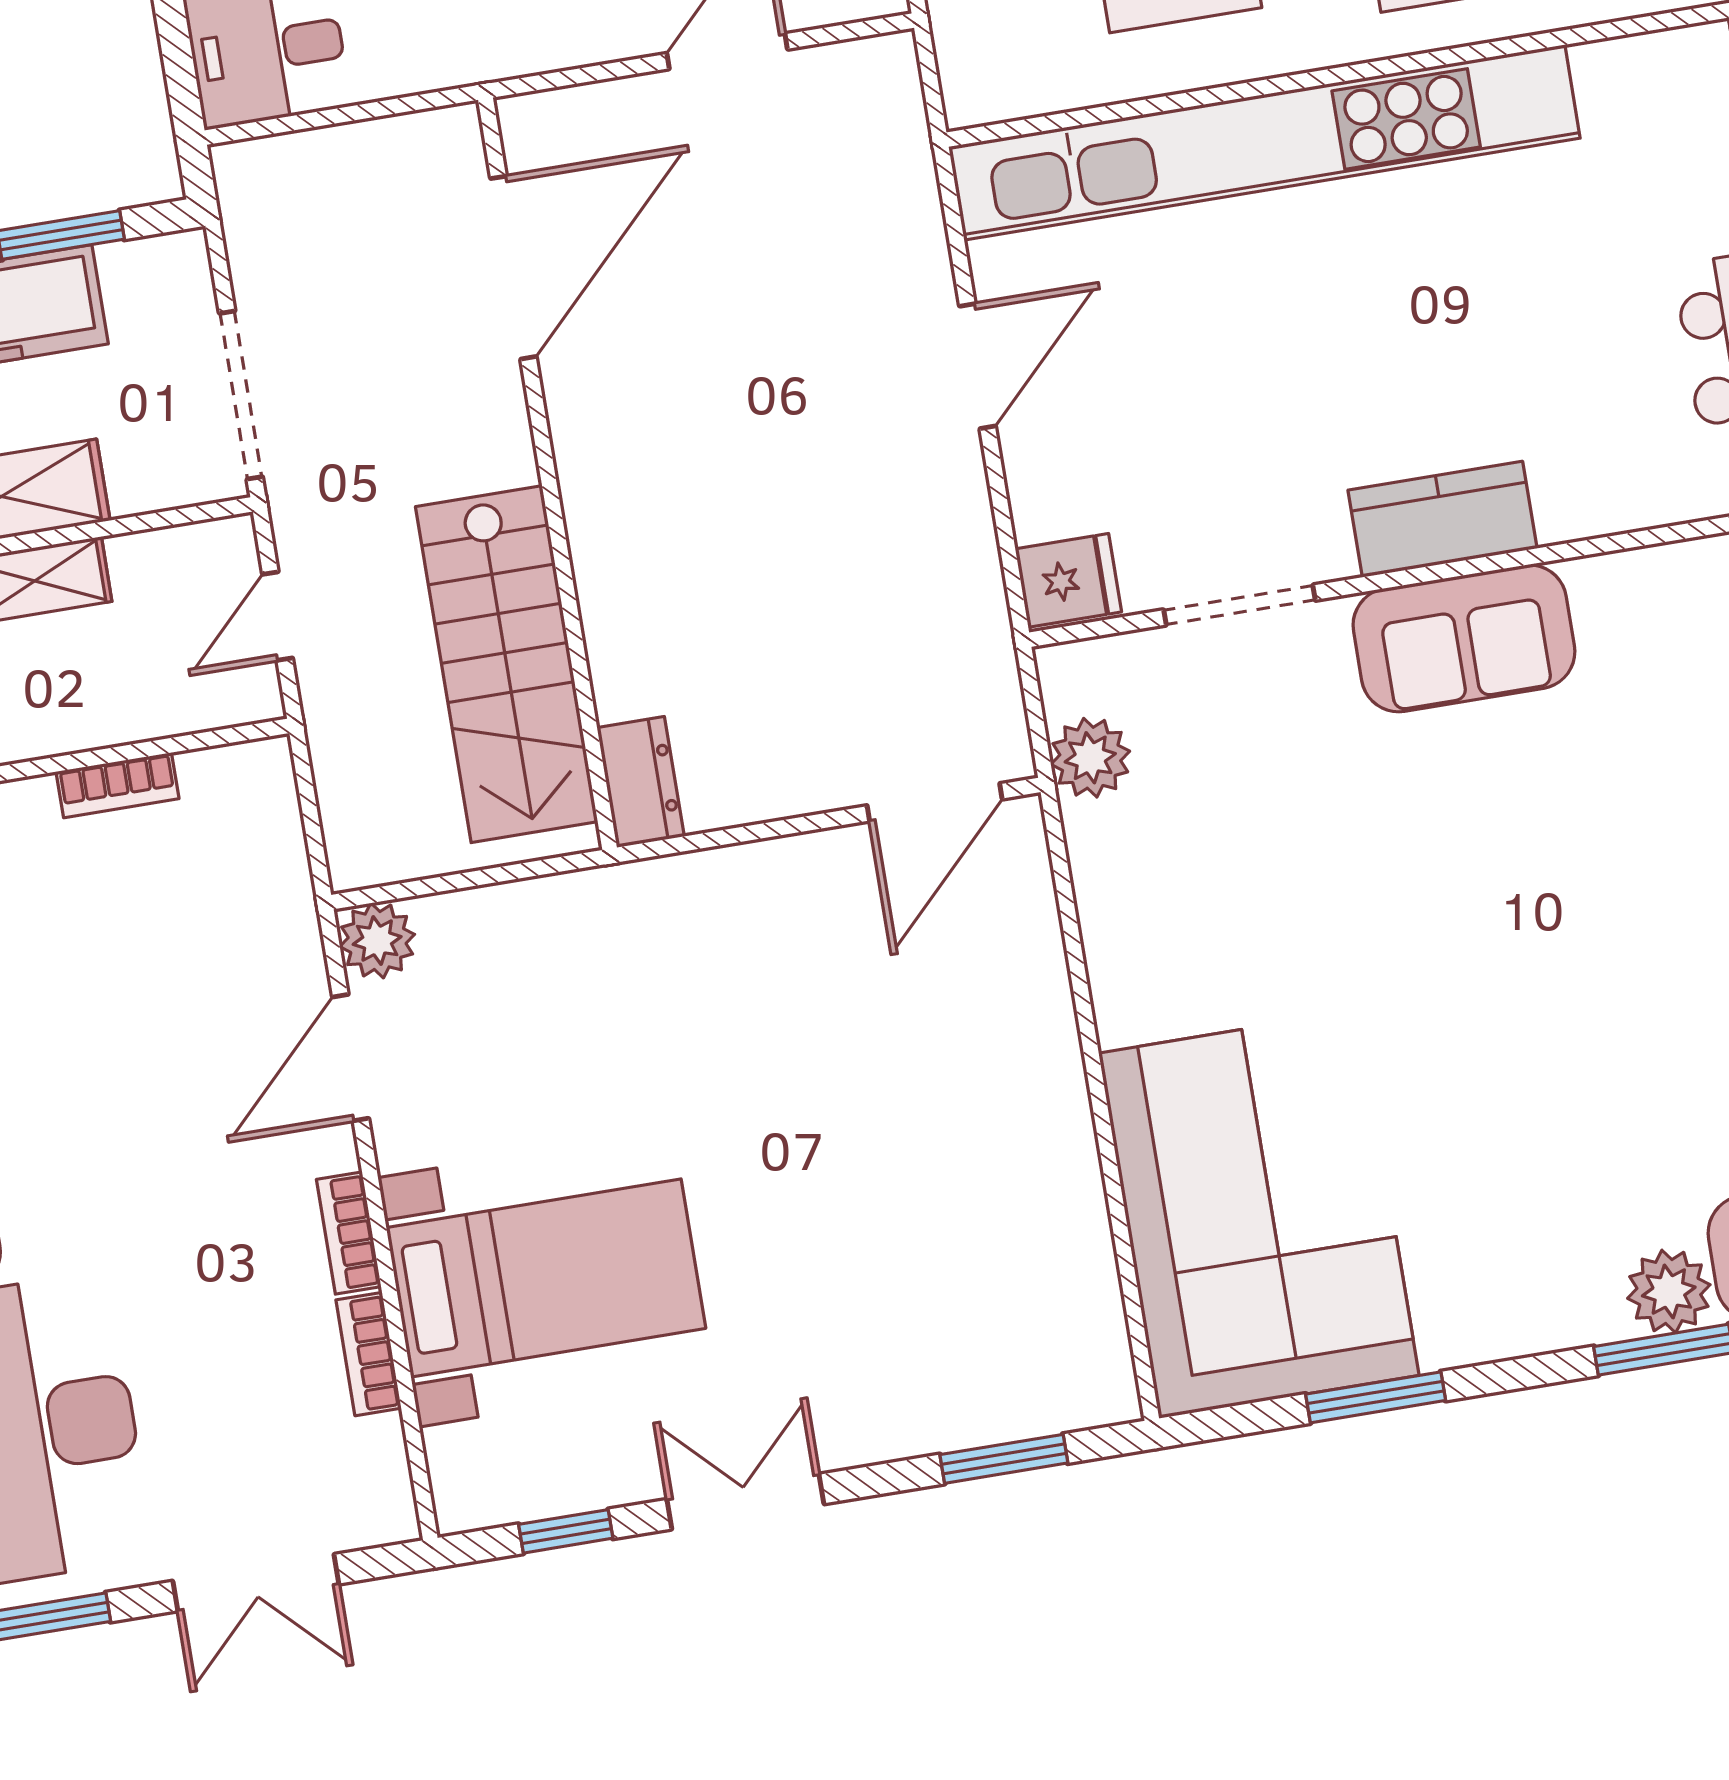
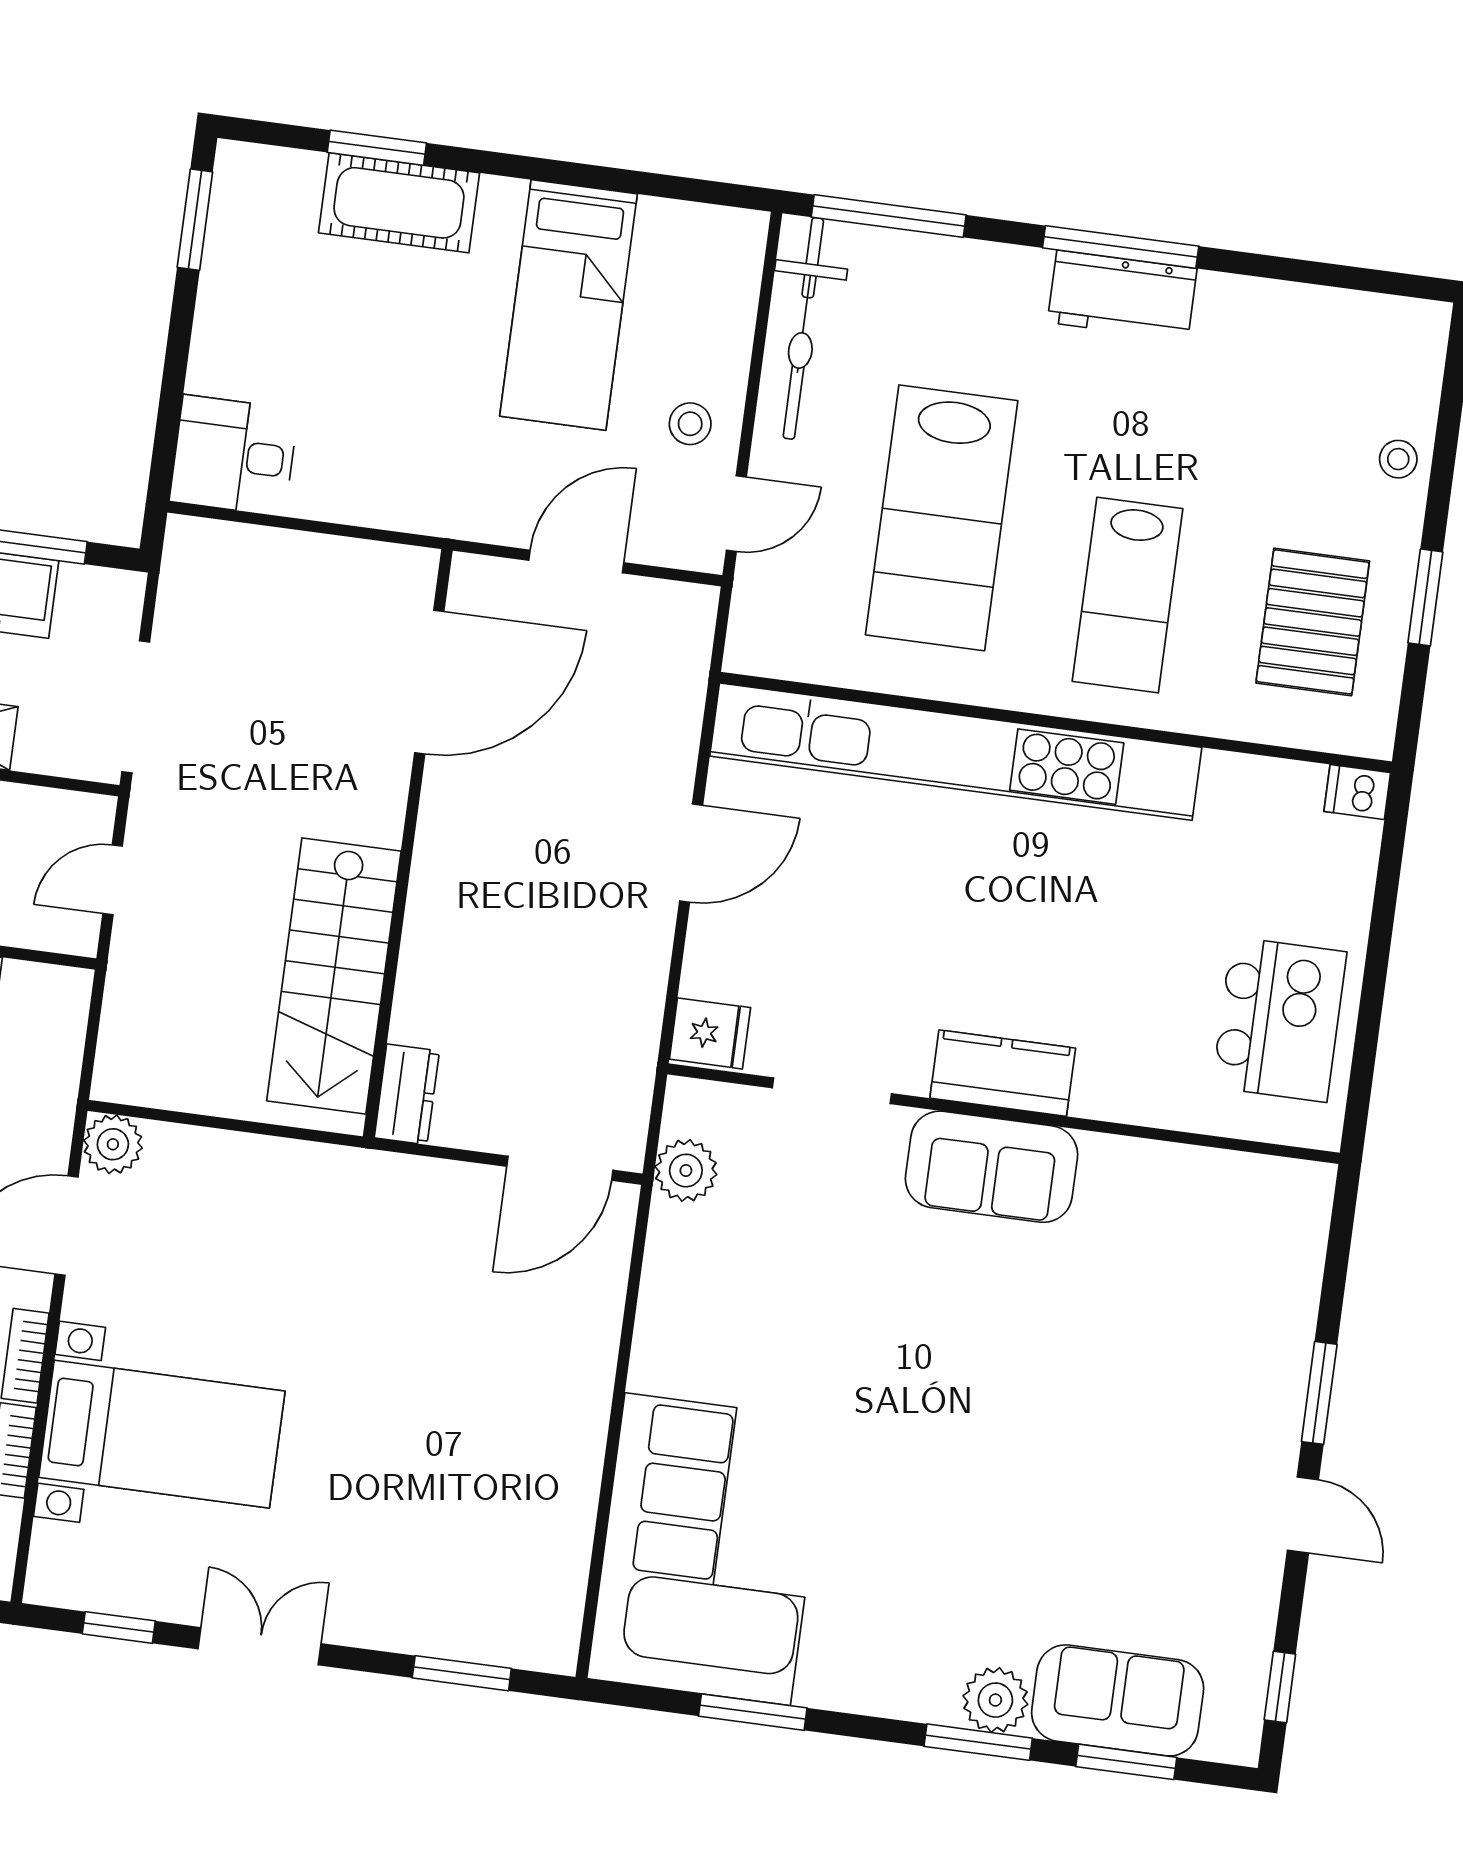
door: (513, 268) -> (429, 682), moved
wall: (548, 474) -> (408, 843), moved
stairs: (507, 664) -> (334, 976), moved
dresser: (641, 782) -> (407, 1094), moved

